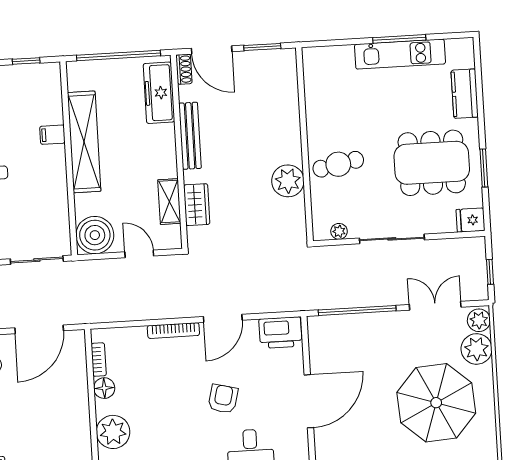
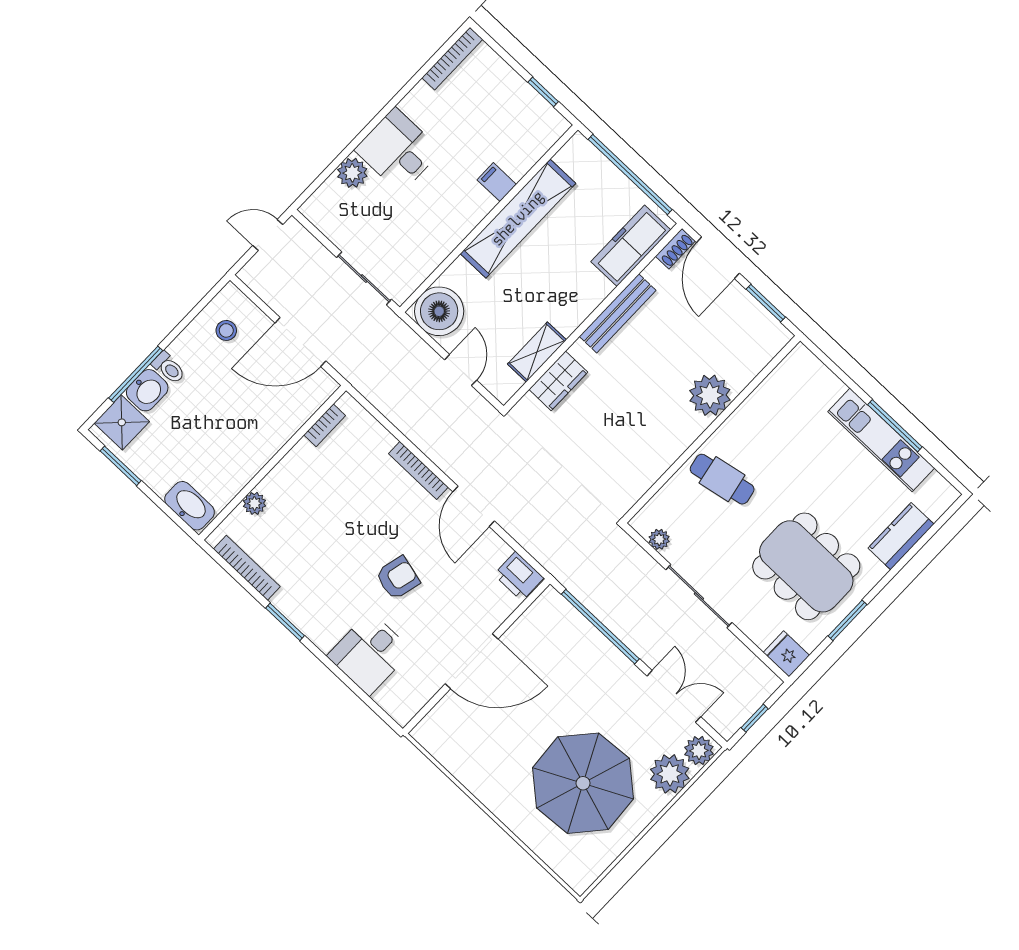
plant: (288, 181) -> (710, 395), moved
door: (223, 318) -> (474, 506), hinge flipped
printer: (280, 333) -> (519, 576), width x0.73, depth x0.84
floor lamp: (104, 388) -> (303, 456), removed
plant: (113, 432) -> (254, 503), width x0.53, depth x0.53

